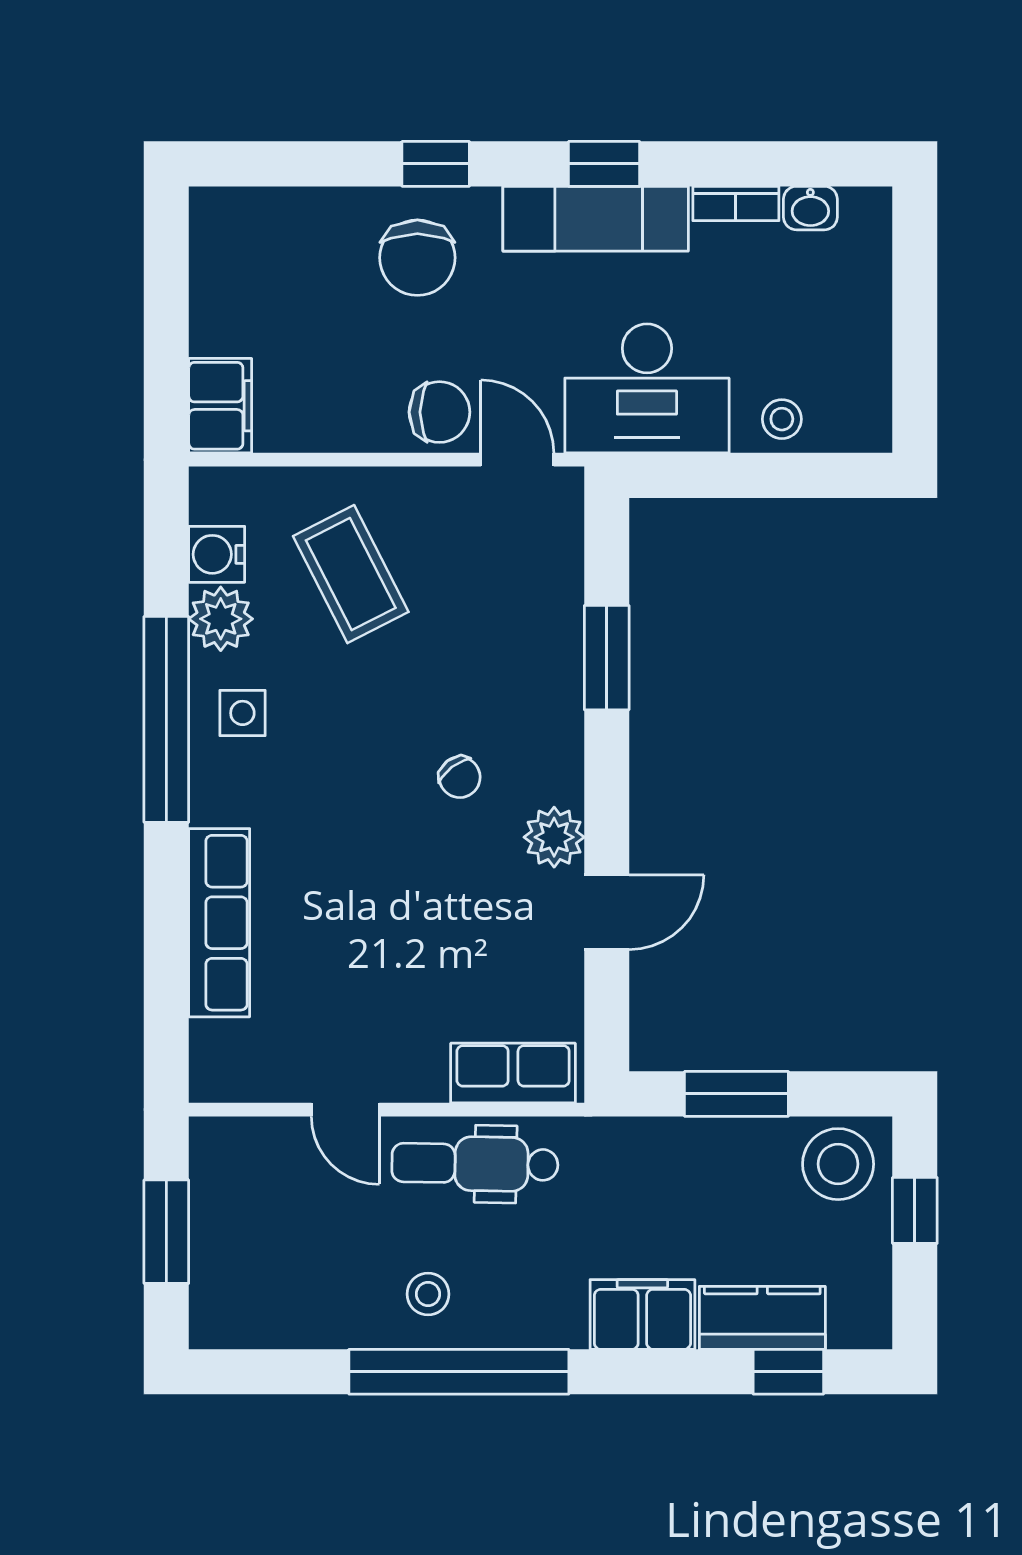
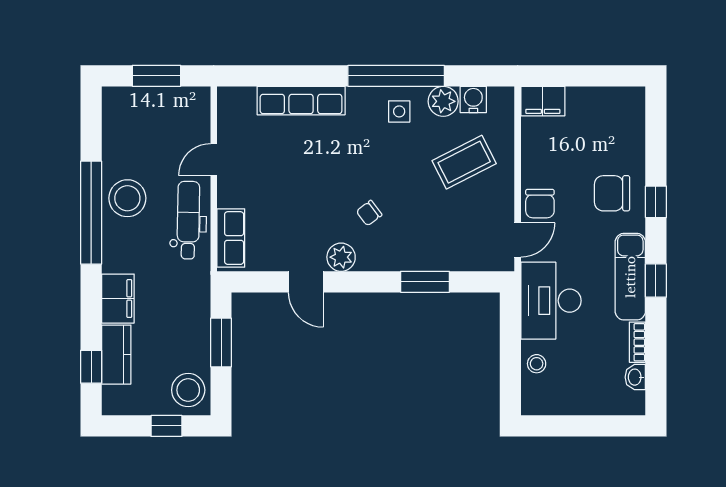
stool: (428, 1294) -> (127, 198), width x1.89, depth x1.89

